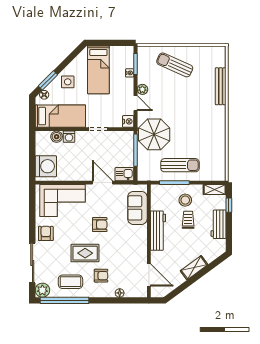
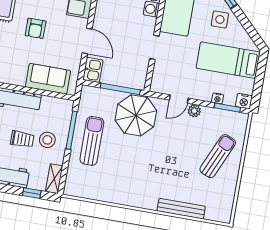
nightstand: (128, 121) -> (244, 101), moved
sun lounger: (180, 165) -> (92, 141), turned 180
door: (103, 183) -> (87, 41), hinge flipped

